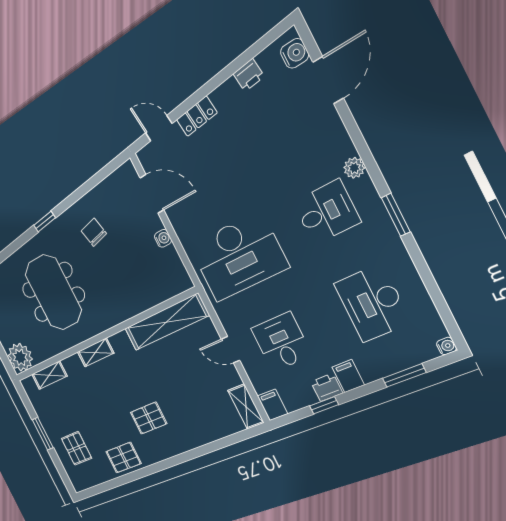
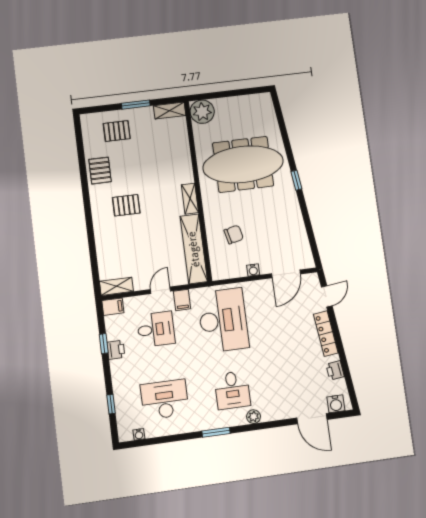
locker: (197, 116) -> (326, 334), width x1.53
chair: (94, 232) -> (234, 235), moved
desk: (238, 256) -> (223, 320), turned 180
meeting table: (53, 292) -> (243, 164), width x1.36
water cooler: (446, 346) -> (139, 434), moved
shelving: (96, 352) -> (190, 199), moved
shelving: (49, 375) -> (170, 111), moved, turned 90
window: (404, 375) -> (111, 404), width x0.67
filing cabinet: (348, 376) -> (182, 300), moved, turned 90
pallet: (149, 418) -> (126, 205), turned 90

